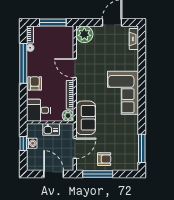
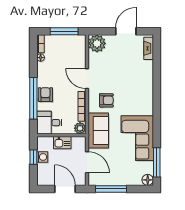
window: (23, 63) -> (33, 98), moved
corner sofa: (123, 93) -> (137, 138), moved
door: (75, 148) -> (87, 162), hinge flipped
armchair: (104, 159) -> (106, 100), moved
floor lamp: (133, 165) -> (148, 180), added

